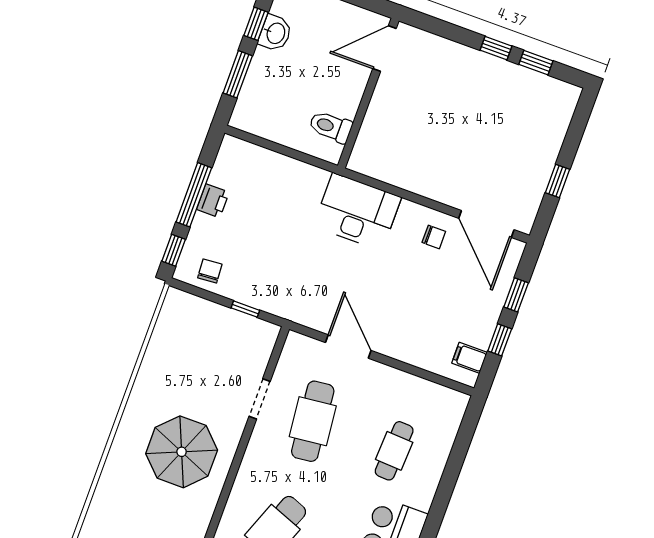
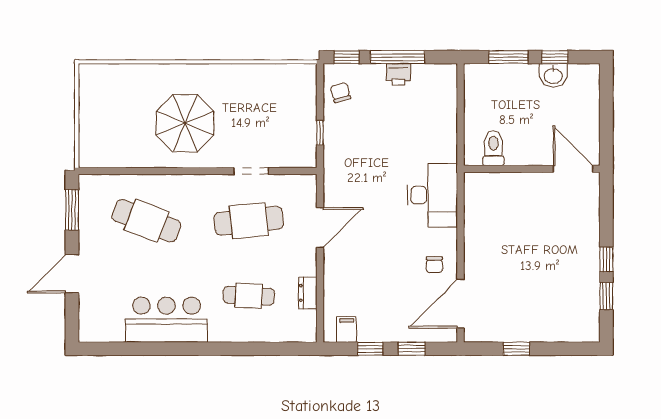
chair: (210, 271) -> (340, 93), turned -102
dresser: (414, 386) -> (308, 293), added

